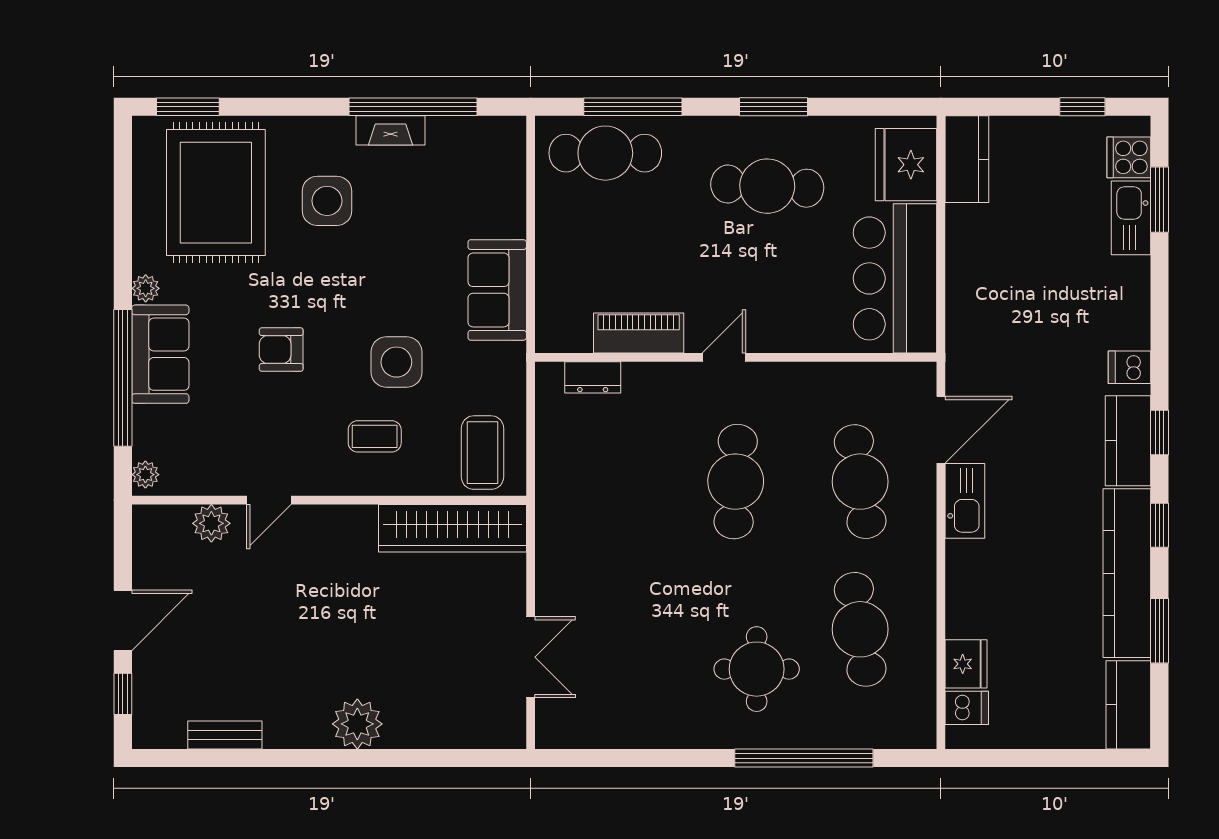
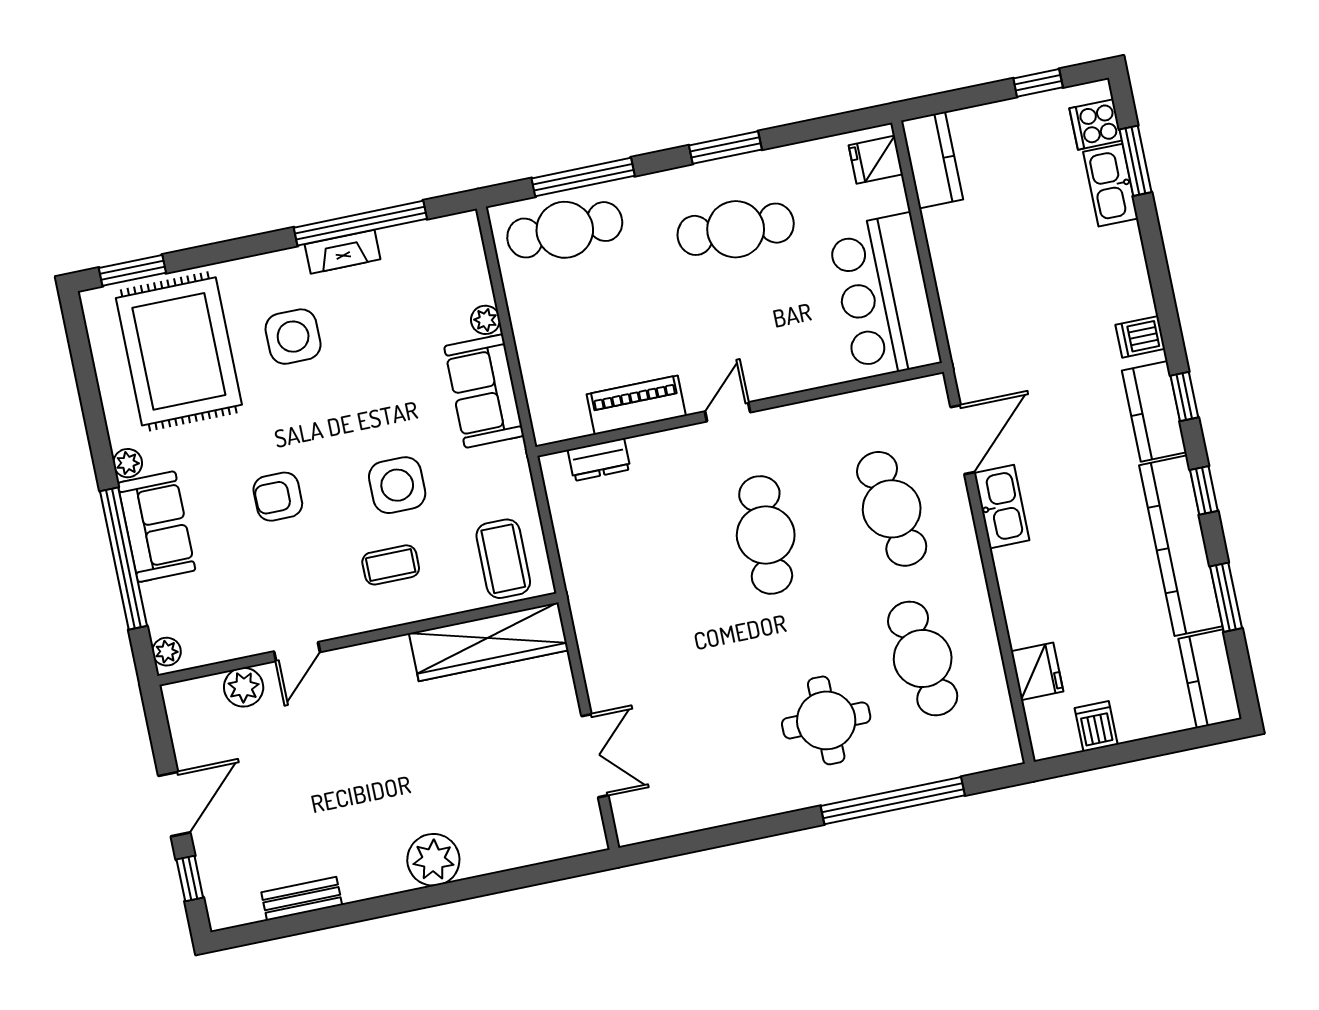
fridge: (906, 165) -> (876, 160), width x0.53, depth x0.75
plant: (512, 223) -> (485, 320), added
dishwasher: (967, 708) -> (1096, 726), moved, turned -90

